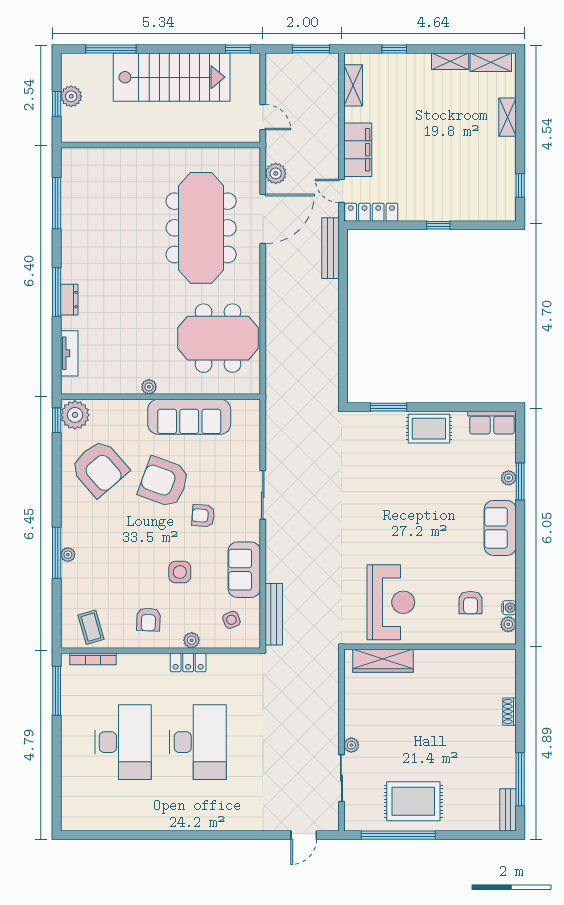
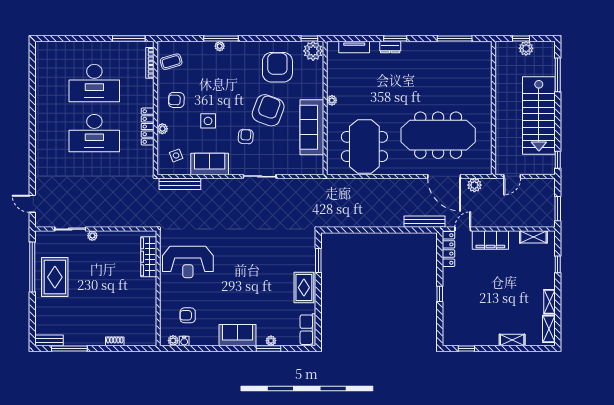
window: (57, 292) -> (395, 39), width x0.69
armchair: (99, 468) -> (277, 67), turned 131
locker: (188, 662) -> (148, 127), width x1.53

